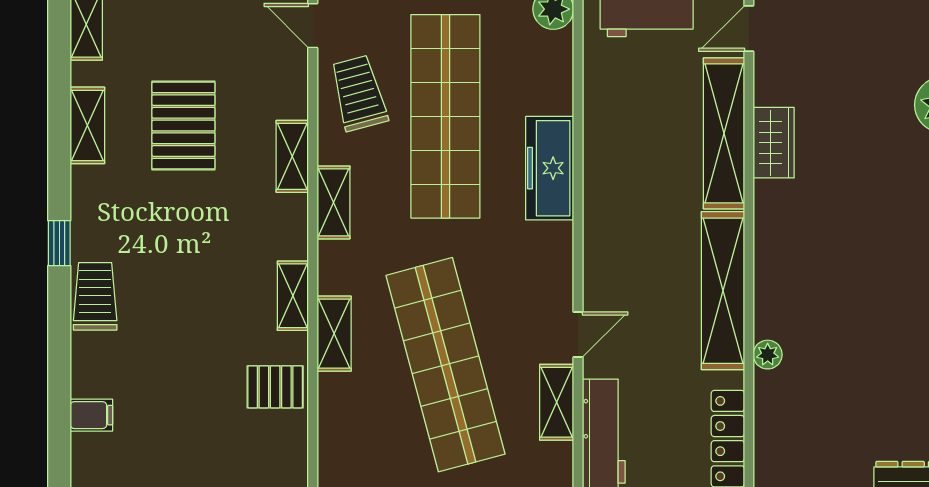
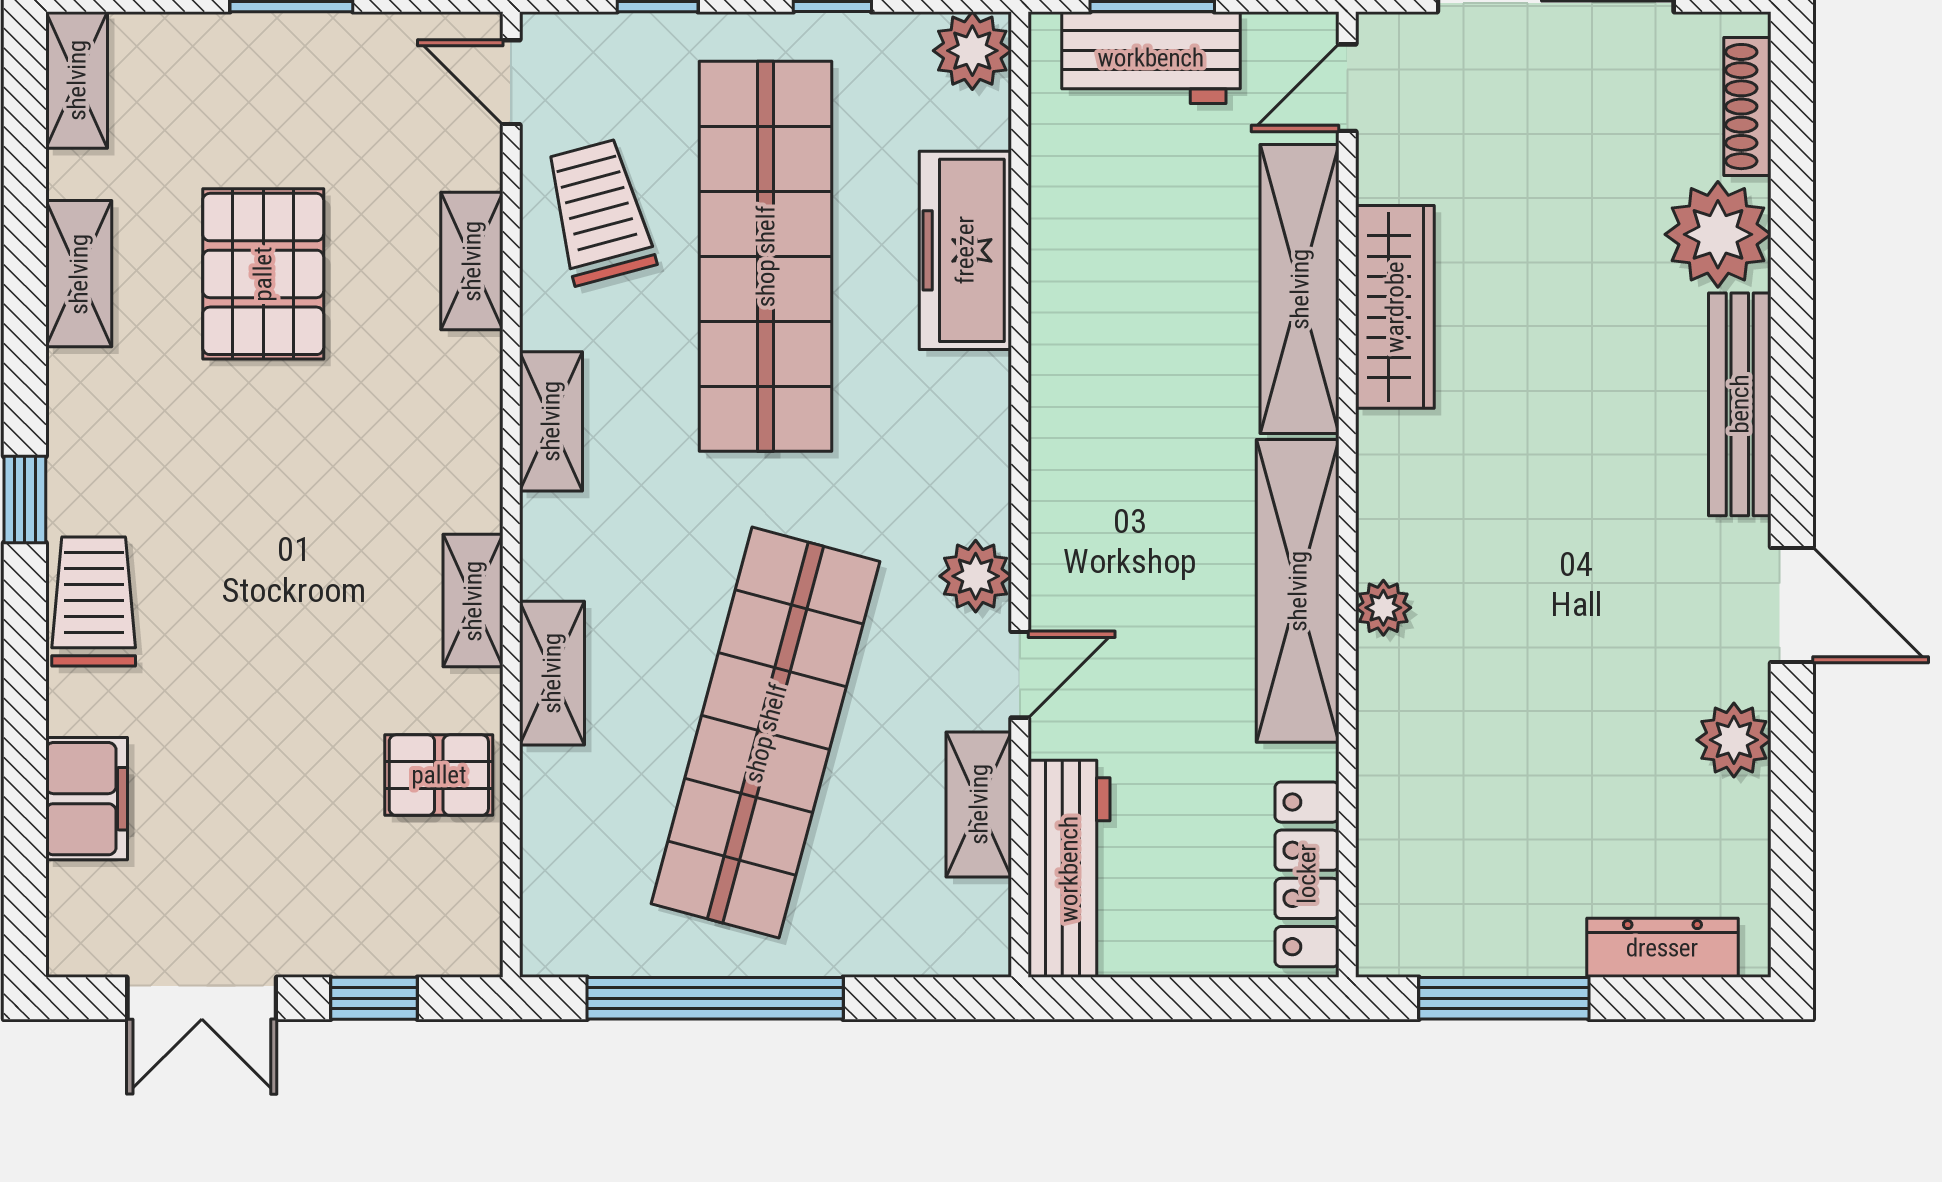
wardrobe: (774, 143) -> (1395, 307), width x1.50
shelving: (292, 156) -> (472, 261), moved
freezer: (550, 168) -> (965, 250), moved
plant: (555, 283) -> (976, 576), added
plant: (768, 355) -> (1383, 608), moved
shop shelf: (445, 365) -> (766, 733), turned 30
filing cabinet: (91, 415) -> (87, 799), width x2.00

